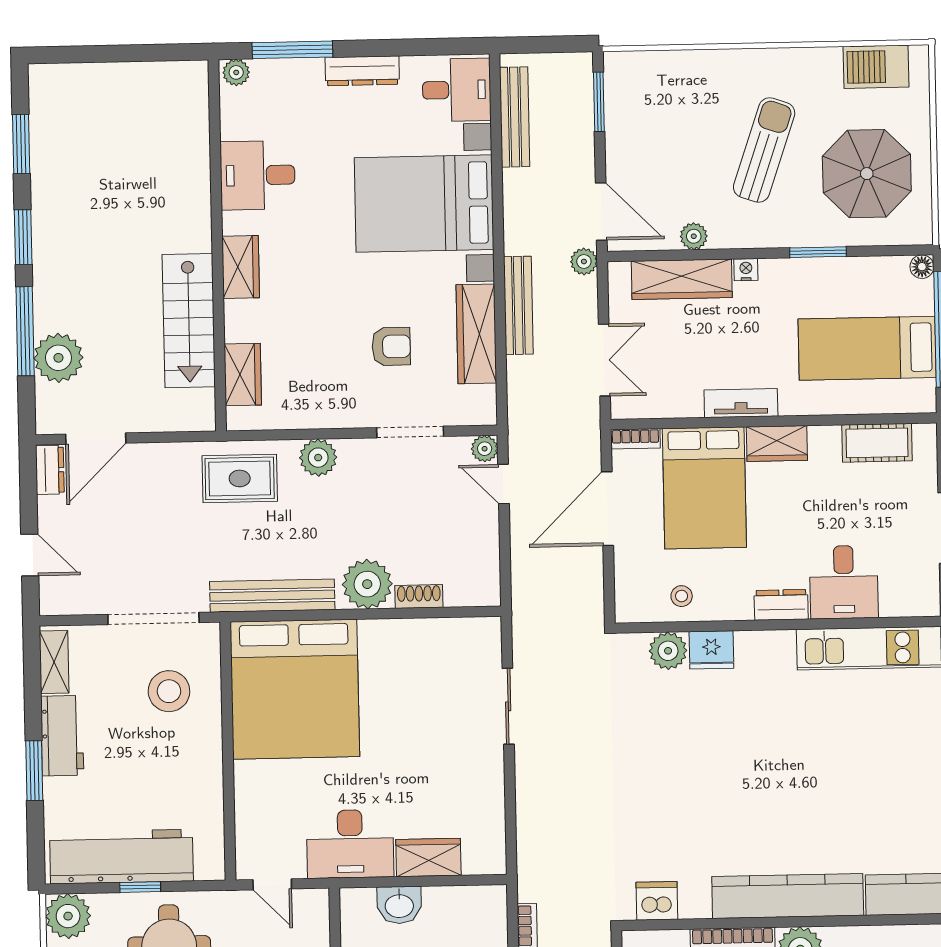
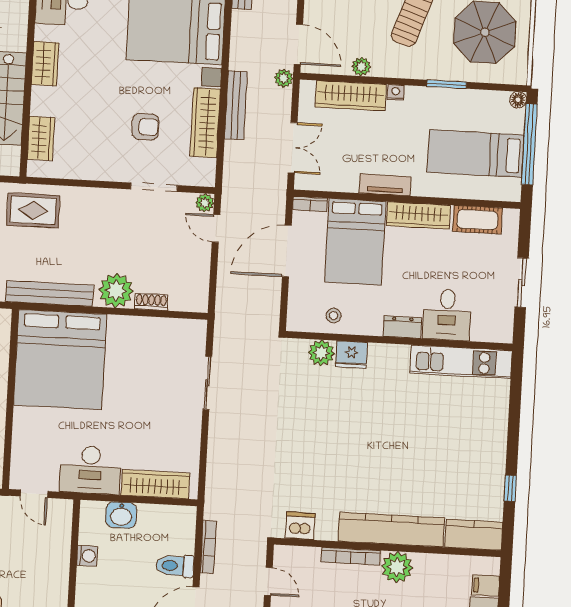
wardrobe: (777, 443) -> (418, 215), width x1.50
plant: (318, 458) -> (89, 200), removed
wardrobe: (428, 857) -> (155, 484), width x1.50

